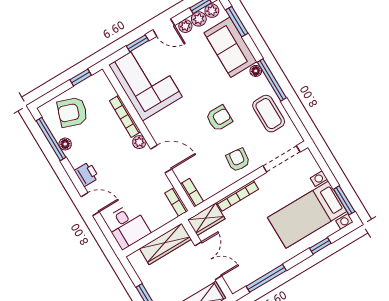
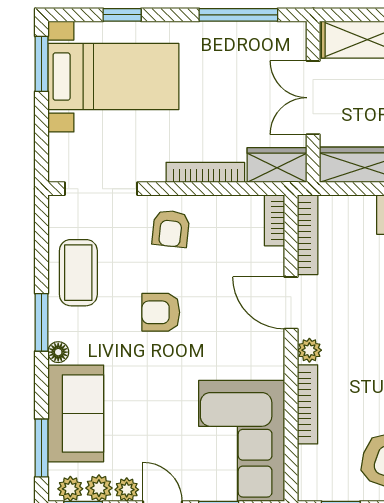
window: (272, 80) -> (41, 322), width x0.69
bookcase: (176, 202) -> (308, 235), width x1.56

